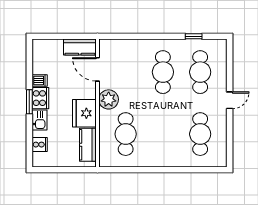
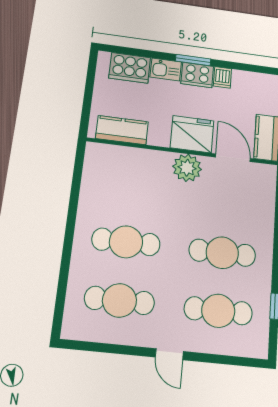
door: (97, 69) -> (233, 158), hinge flipped
fridge: (84, 113) -> (192, 134), moved
cafe table: (126, 134) -> (126, 242), moved
cooker: (40, 145) -> (130, 68), width x1.87, depth x1.31

